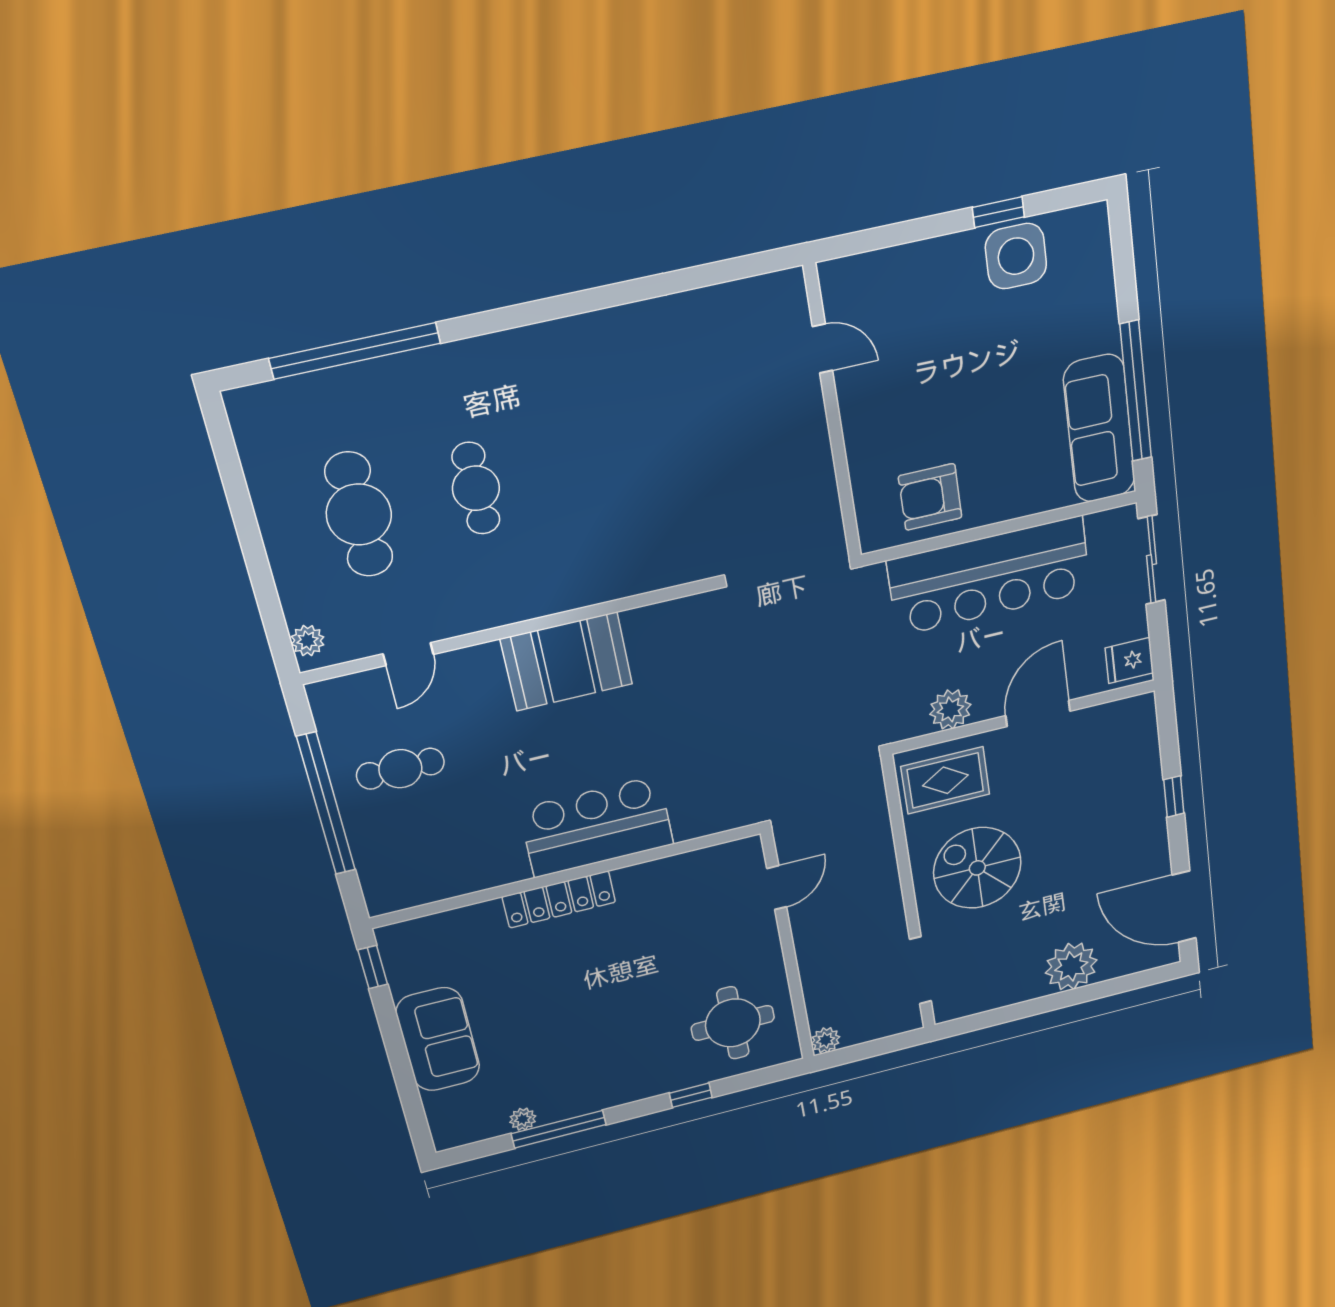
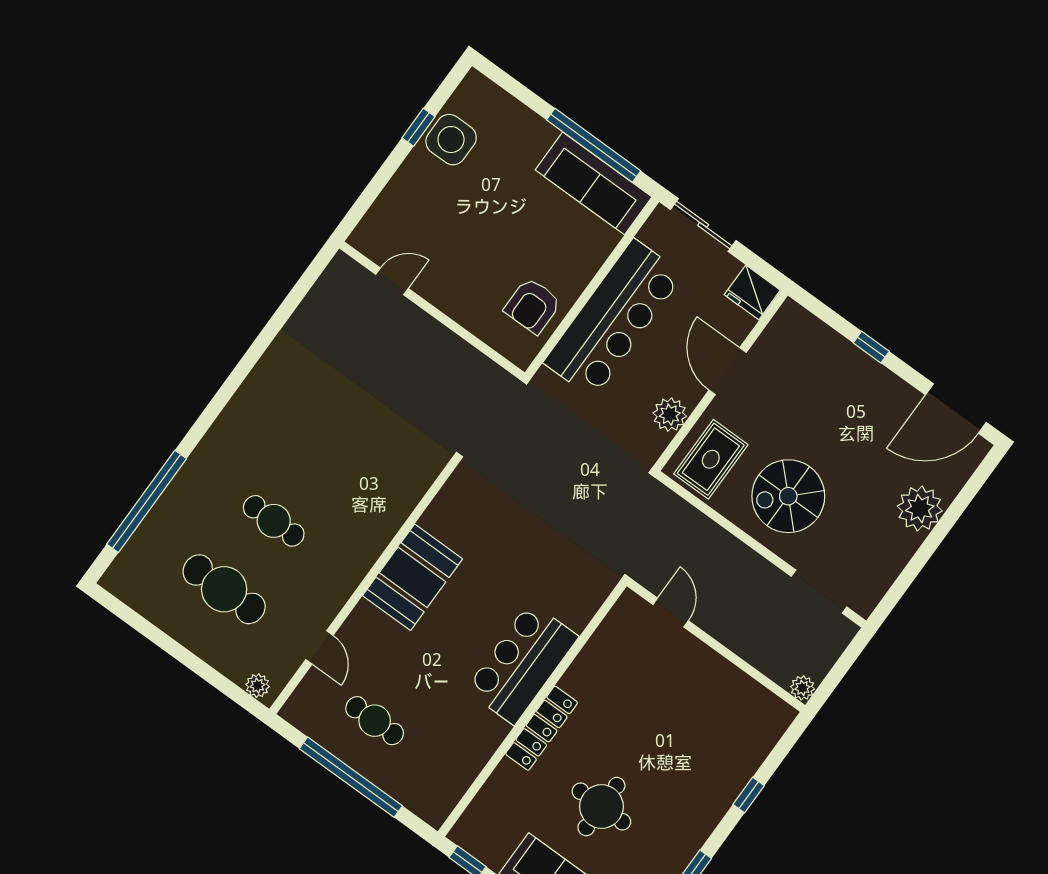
fridge: (1129, 660) -> (752, 292), width x1.38
cafe table: (400, 769) -> (375, 721), turned 90
round table: (733, 1023) -> (601, 807), moved

